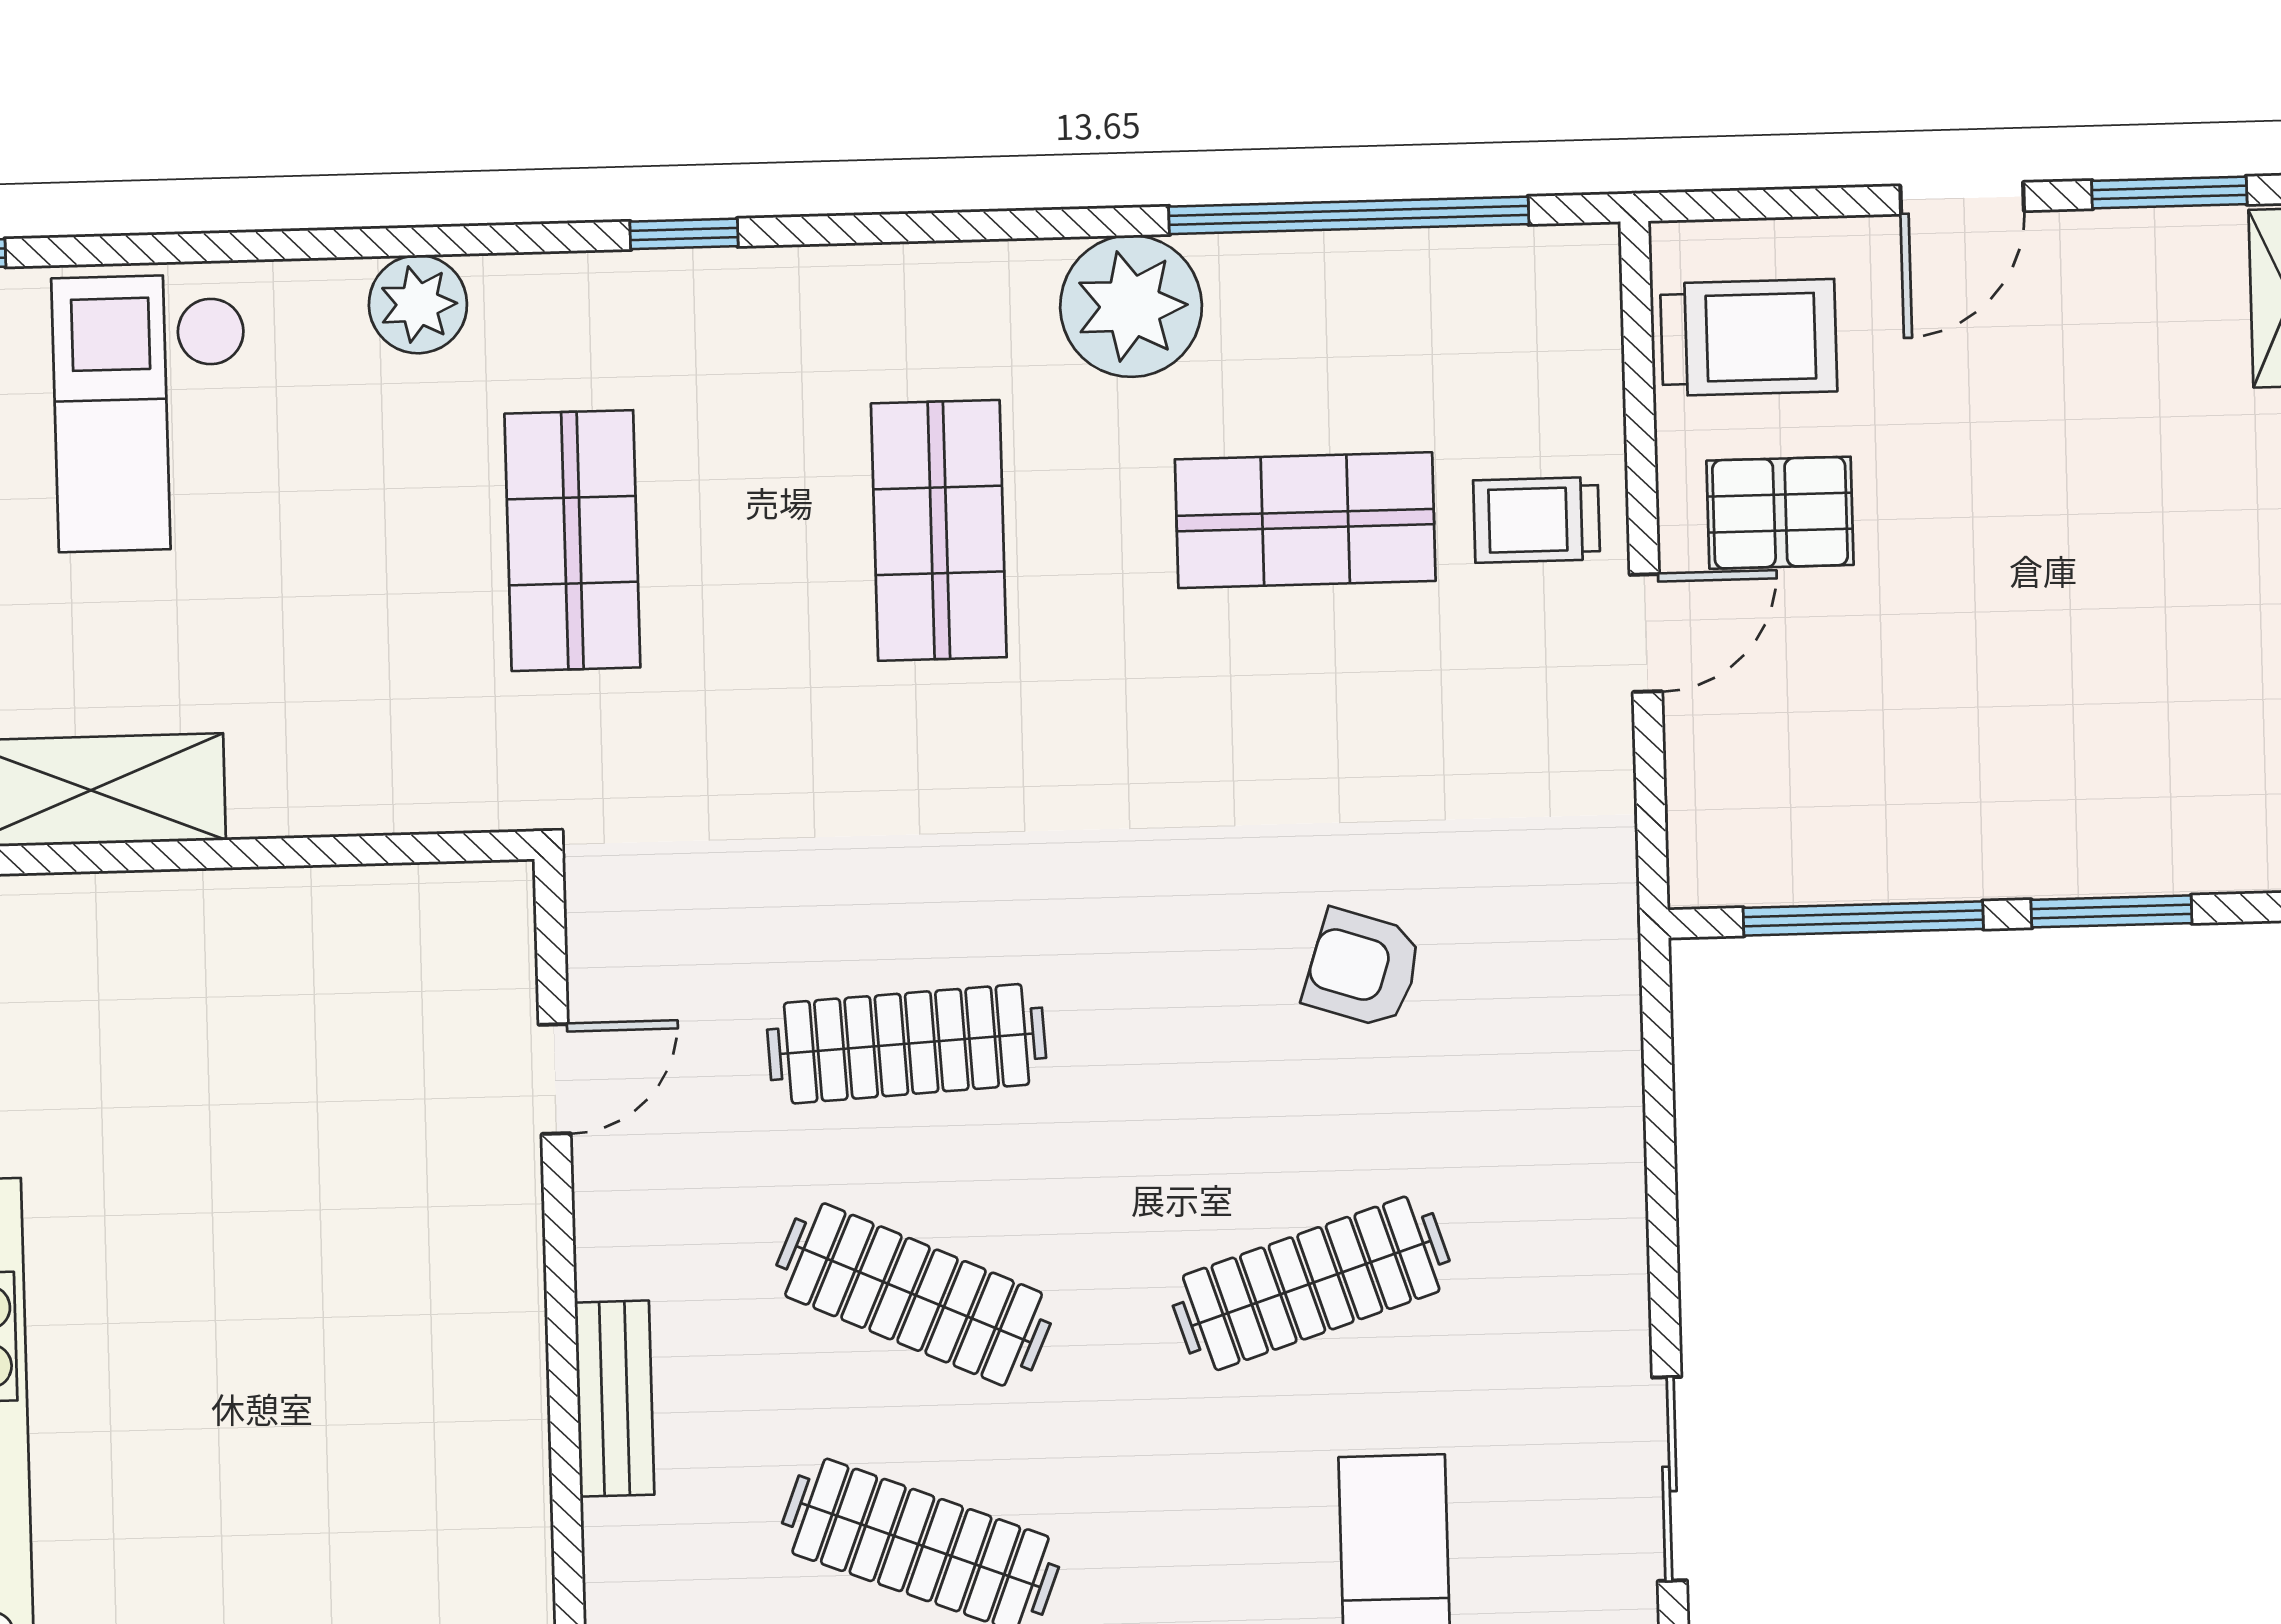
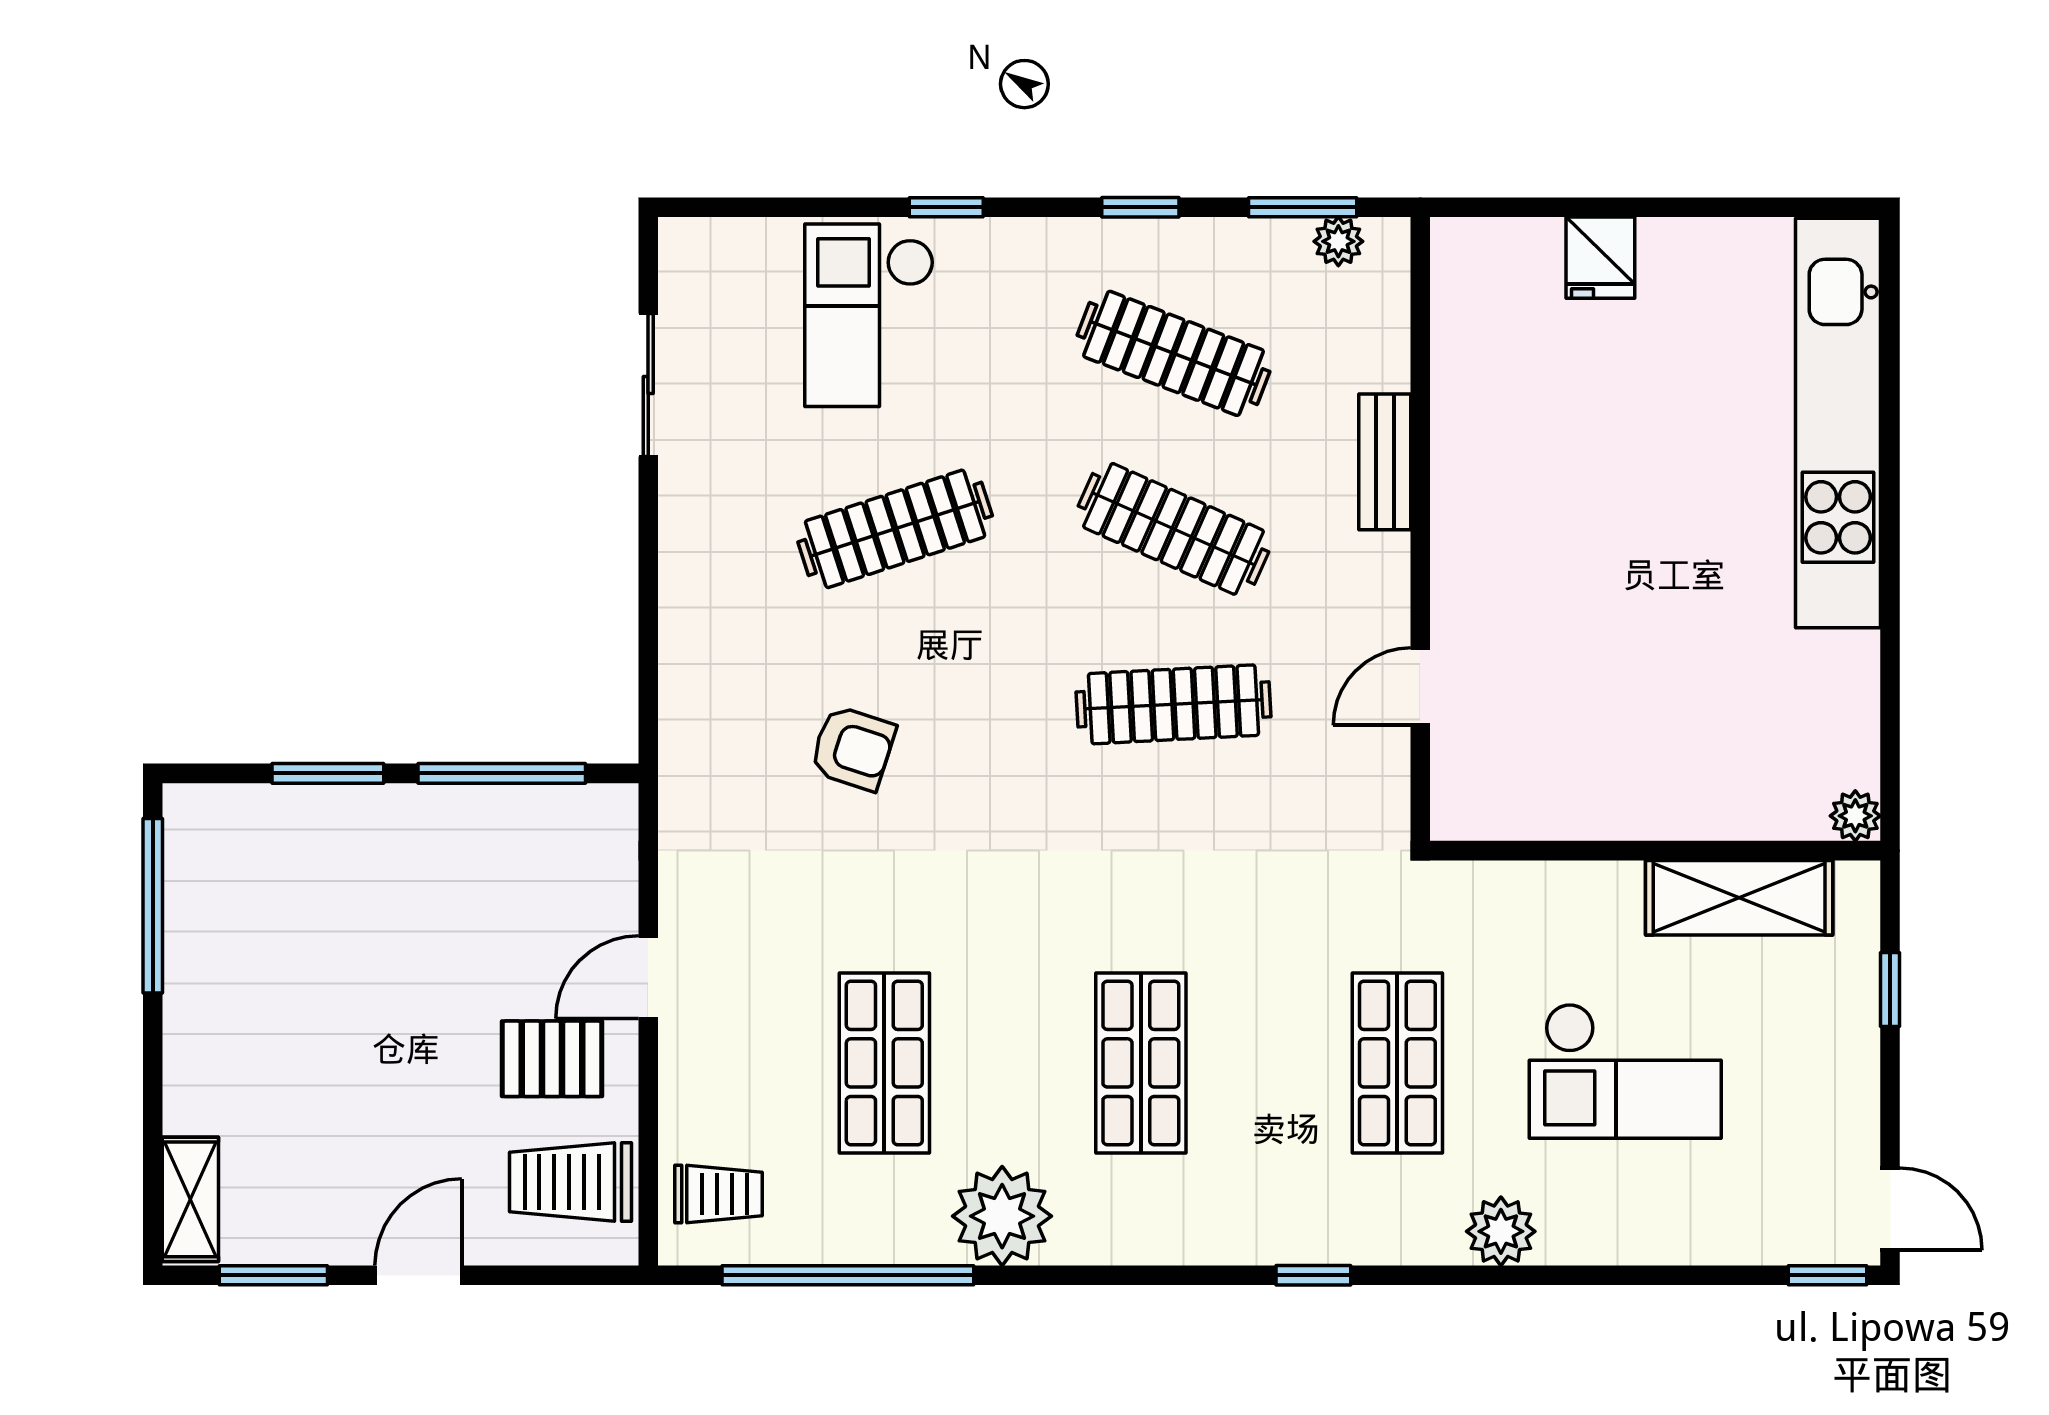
checkout: (151, 413) -> (1625, 1071), moved, turned 90
shop shelf: (1305, 520) -> (884, 1063), turned 90
trolley: (1537, 520) -> (718, 1194), moved

